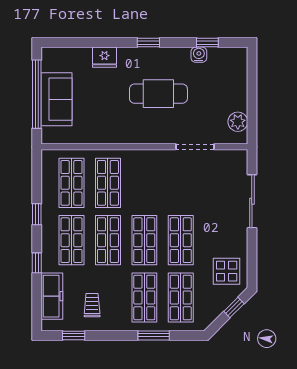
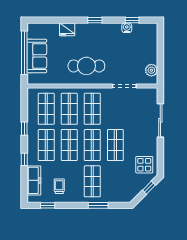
cafe table: (158, 94) -> (86, 66), moved
shop shelf: (181, 298) -> (92, 109), moved

